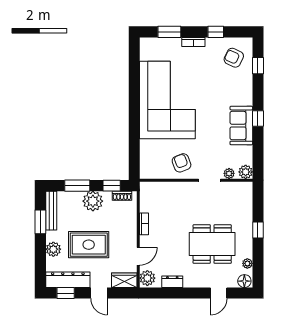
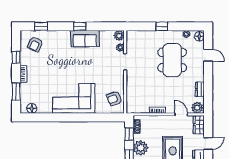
floor lamp: (146, 53) -> (32, 108), added
corner sofa: (167, 100) -> (74, 98), width x0.73, depth x0.74
armchair: (182, 163) -> (114, 98), moved

